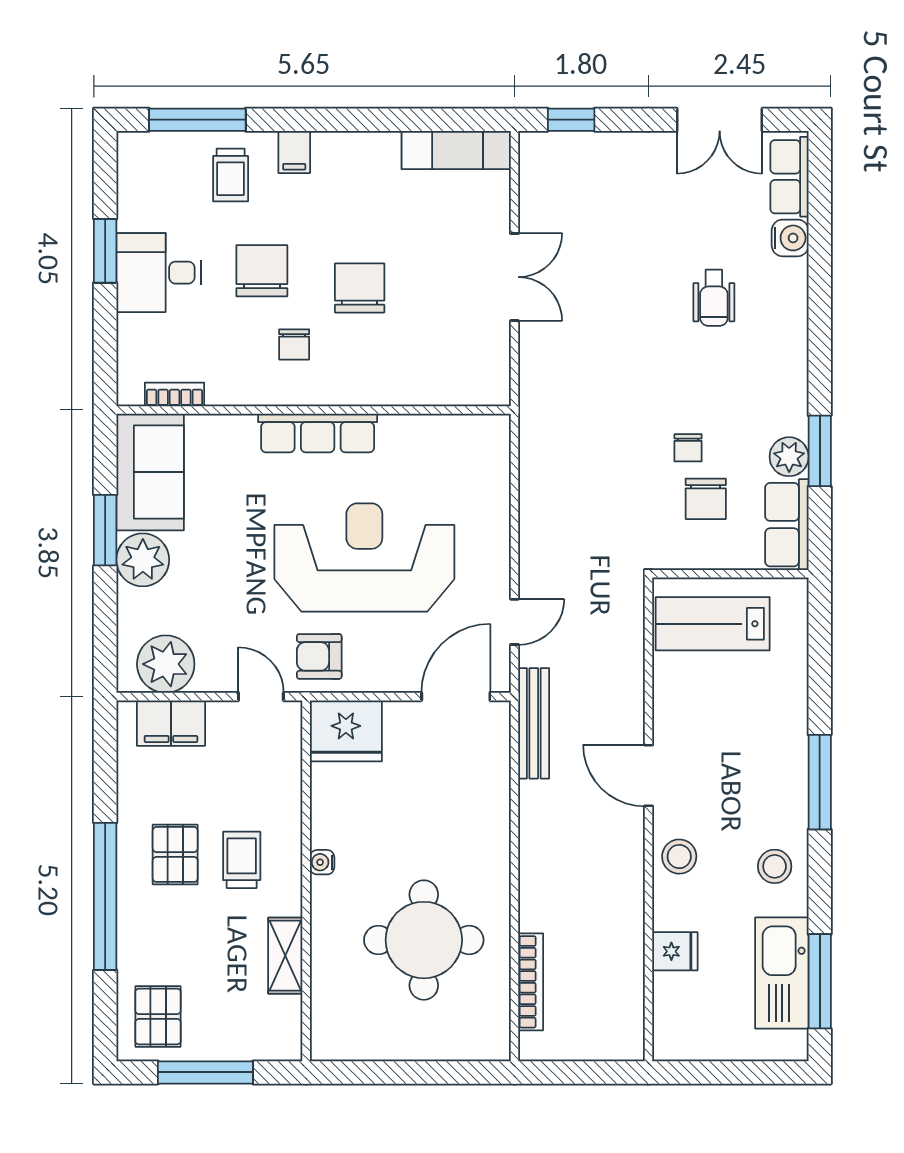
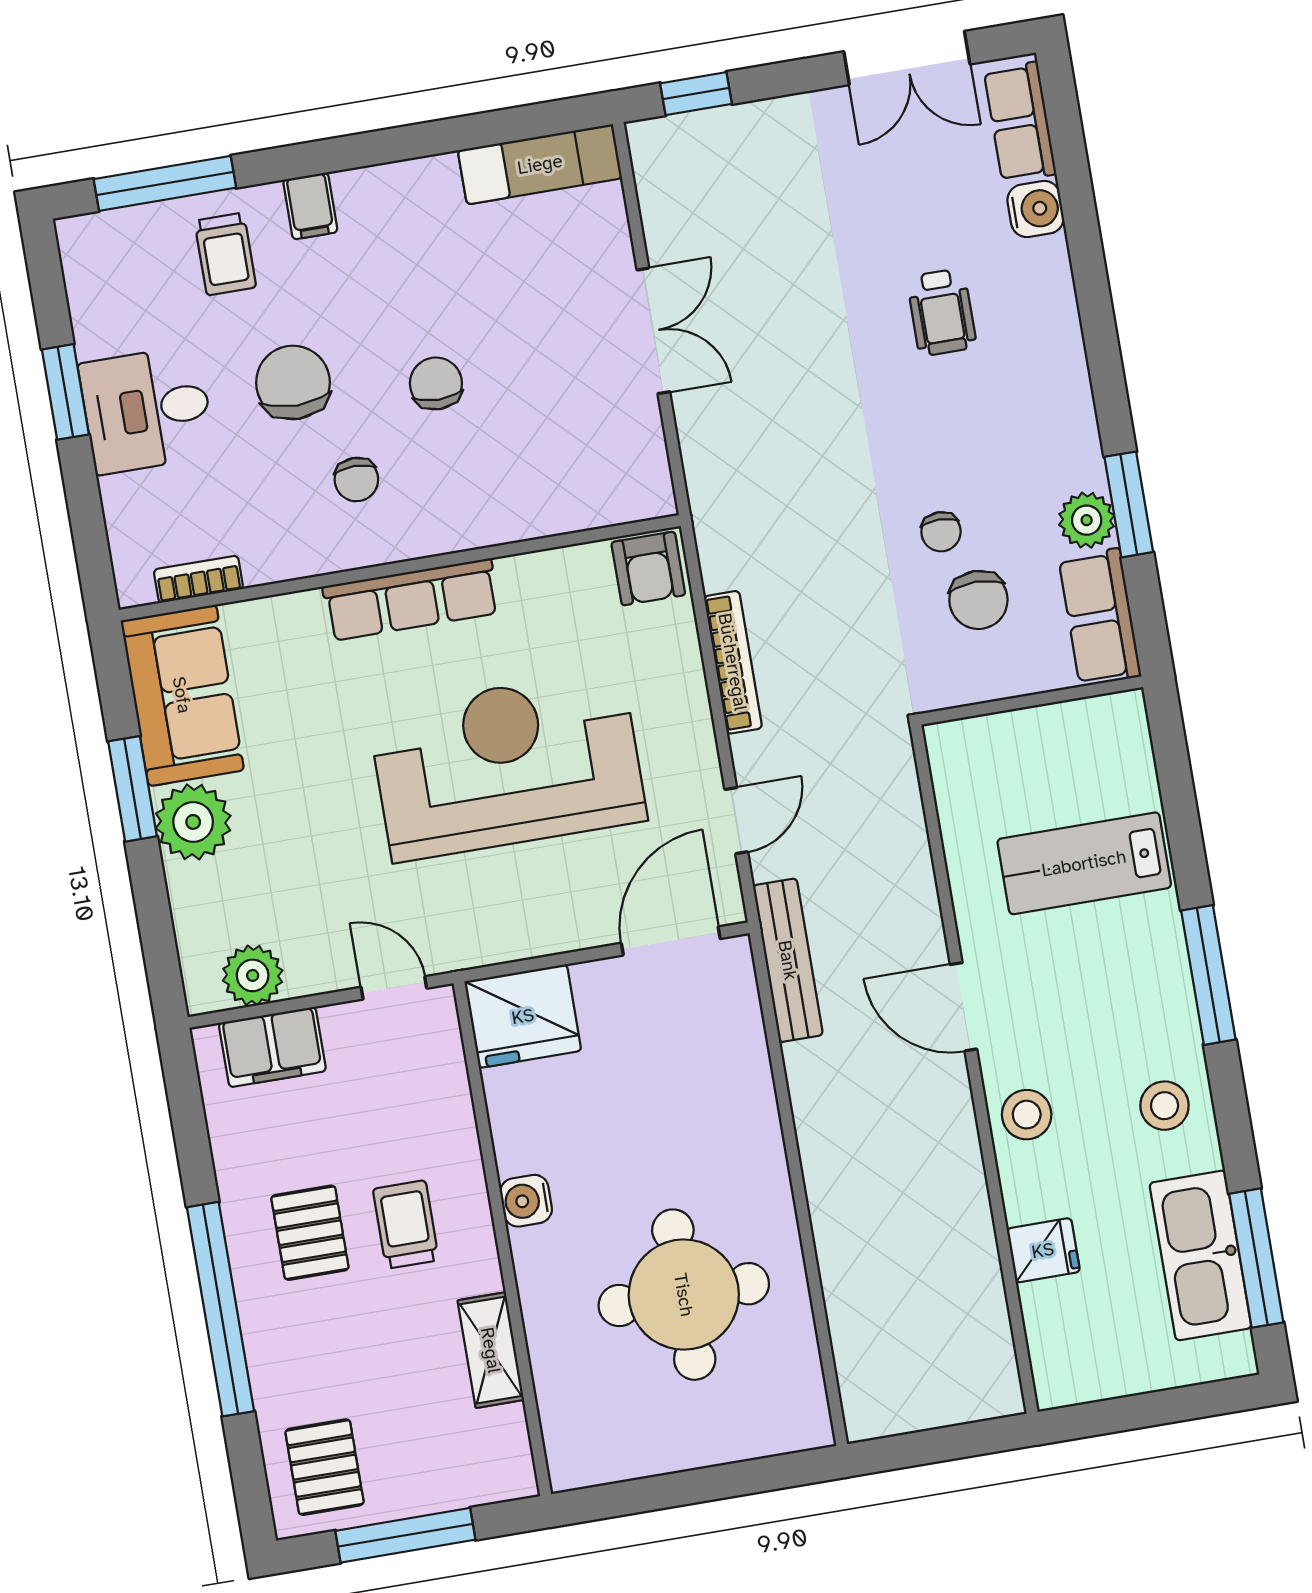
chair: (360, 288) -> (436, 383), width x0.73, depth x0.73
lab bench: (713, 624) -> (1084, 863), moved
armchair: (319, 656) -> (648, 569), moved, turned -90
plant: (166, 664) -> (253, 975), width x0.73, depth x0.73
water cooler: (322, 862) -> (526, 1201), width x1.38, depth x1.38
bookcase: (531, 982) -> (733, 662), moved

